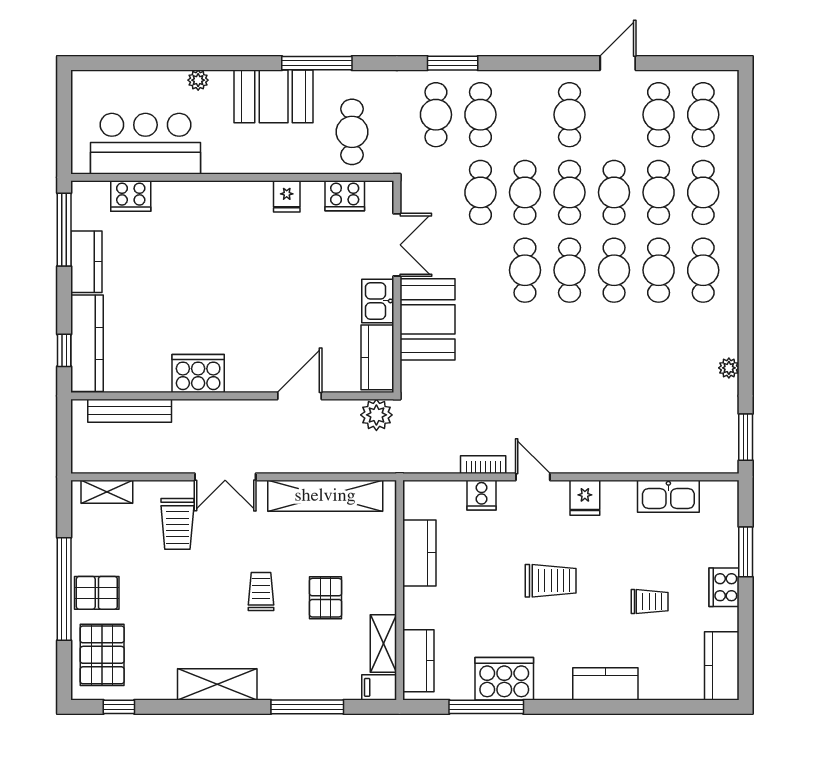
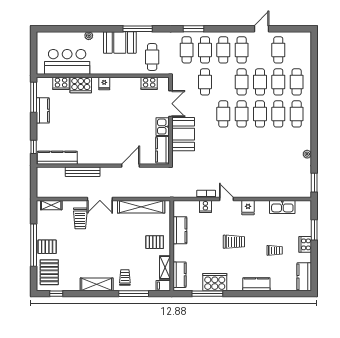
cafe table: (703, 115) -> (297, 50), removed
cafe table: (525, 192) -> (223, 50), moved
fridge: (287, 196) -> (104, 84), moved
kitchen counter: (87, 343) -> (57, 158), moved, turned -90
cooker: (198, 373) -> (81, 85), moved, turned 180
bench: (130, 411) -> (83, 172), moved
plant: (376, 415) -> (162, 173), removed
trolley: (261, 591) -> (125, 278), moved
pallet: (326, 598) -> (155, 242), moved, turned 90

